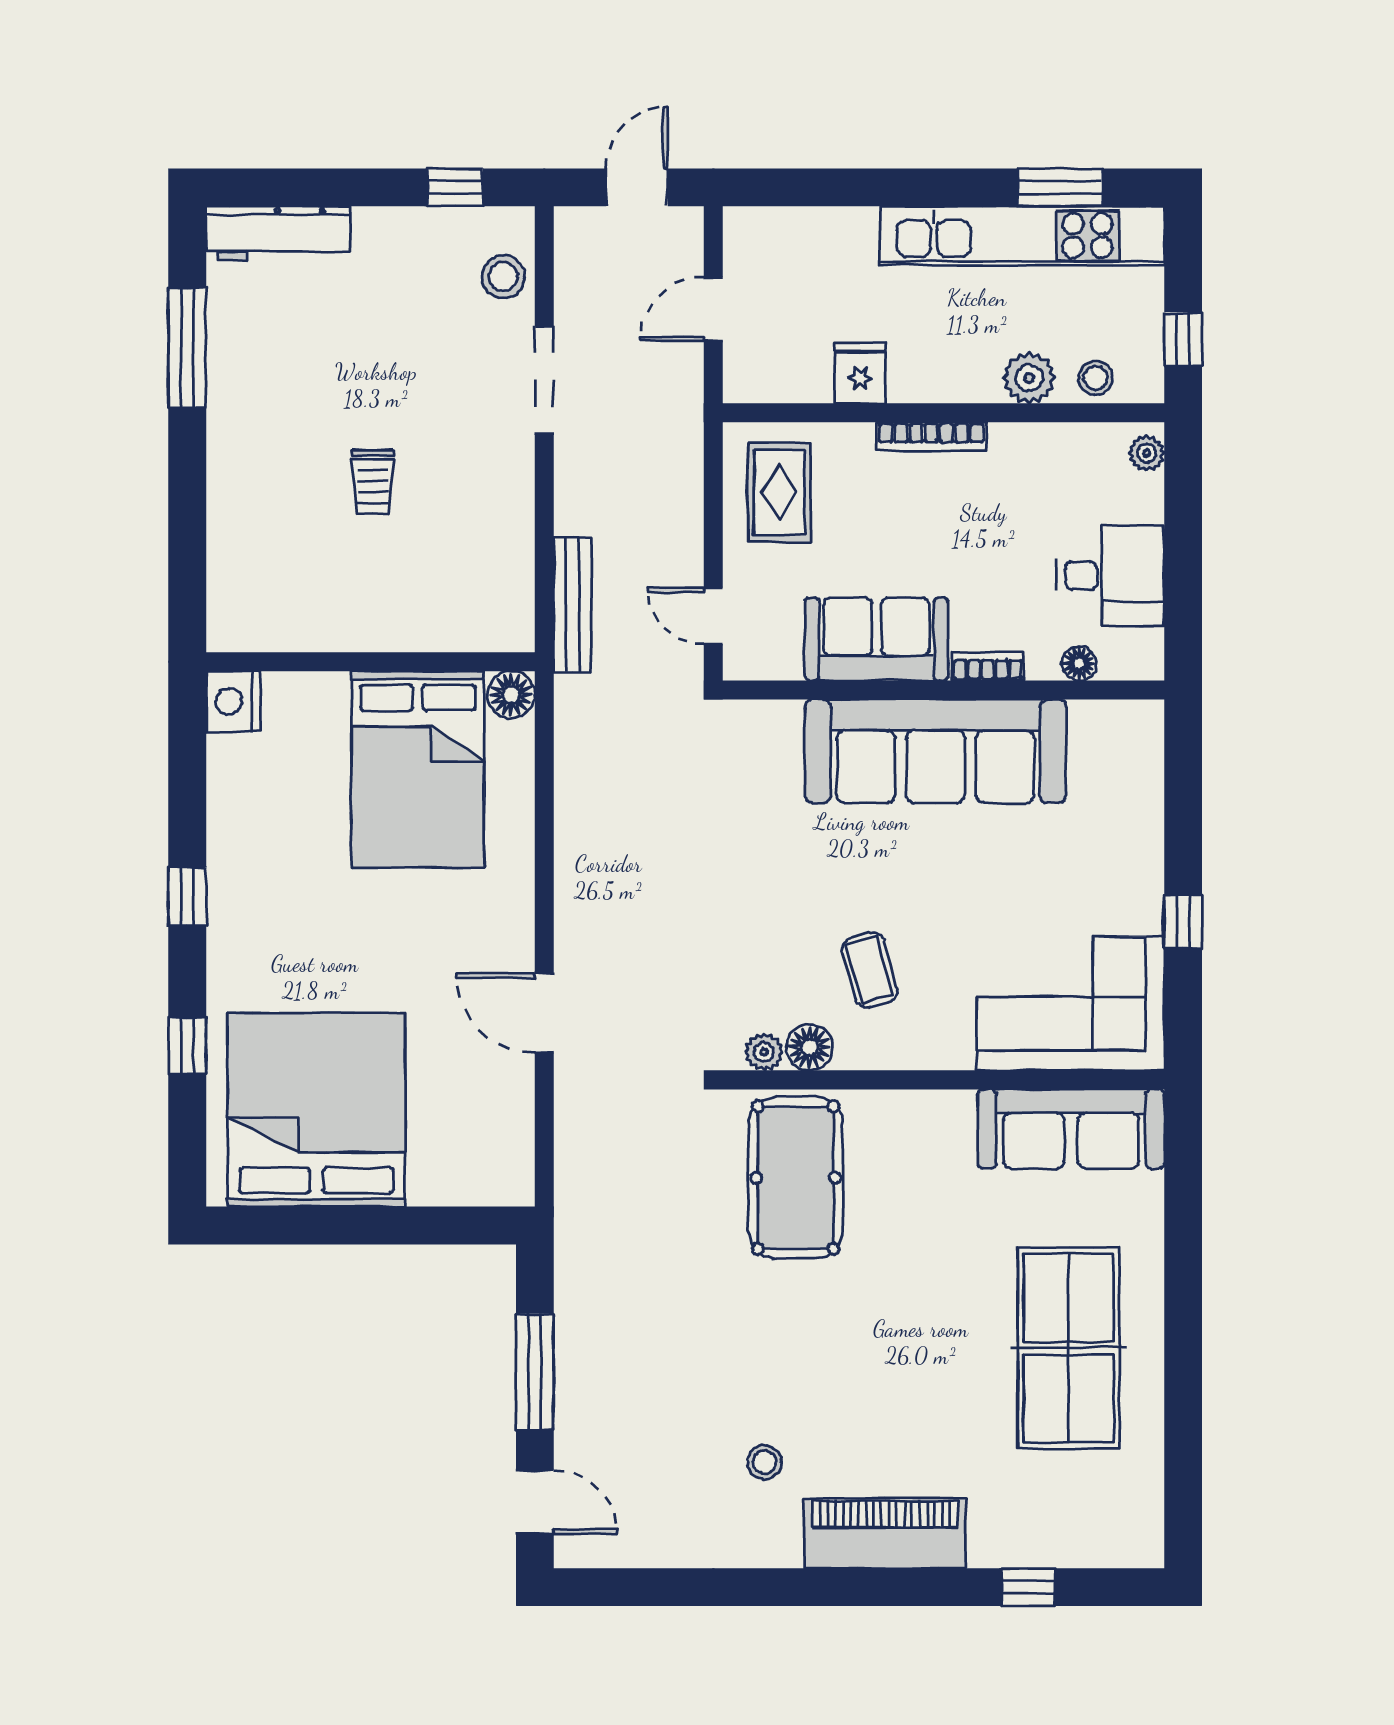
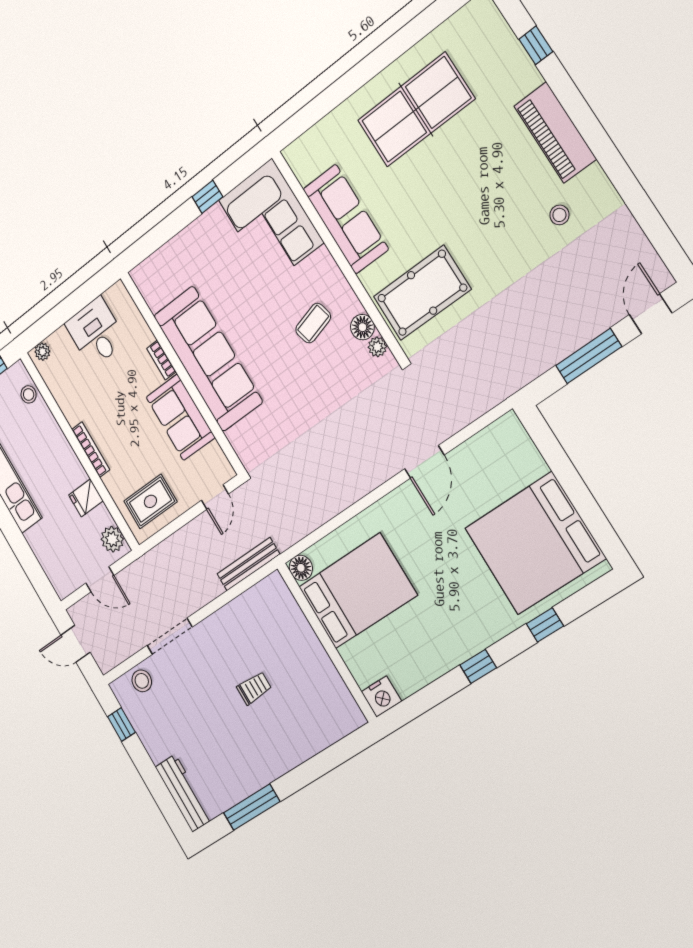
plant: (1029, 378) -> (112, 539), moved
floor lamp: (1079, 663) -> (136, 321), removed
sofa: (1071, 1129) -> (346, 219), moved

